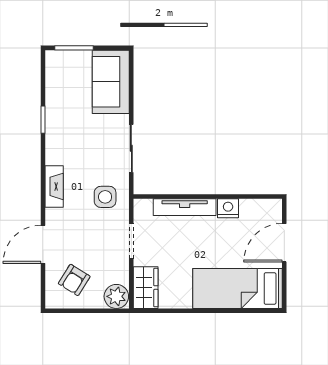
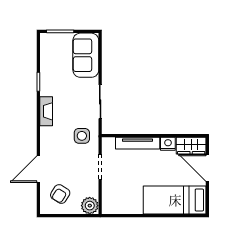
fireplace: (54, 186) -> (46, 111), moved
door: (284, 243) -> (207, 168), hinge flipped
wardrobe: (146, 288) -> (191, 146), moved, turned 90

